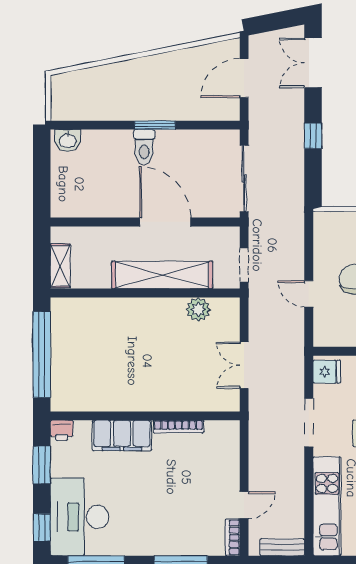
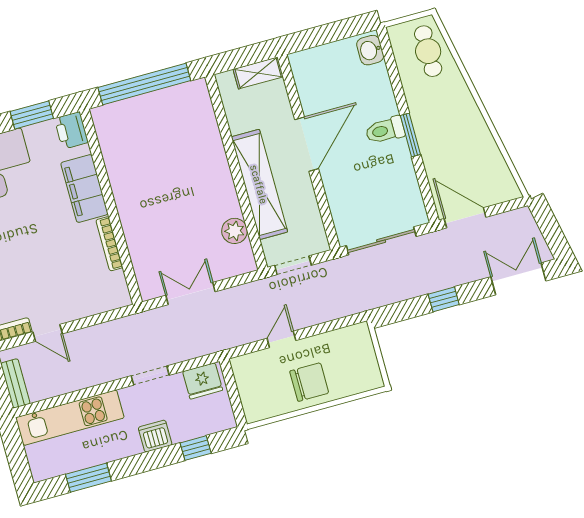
door: (244, 78) -> (465, 218), moved
cafe table: (83, 88) -> (428, 51), added
door: (165, 222) -> (307, 144), moved
shelving: (60, 266) -> (258, 73), moved
fridge: (327, 372) -> (203, 381), width x1.38
doorway: (309, 423) -> (150, 376), width x0.73
printer: (62, 430) -> (71, 130), width x1.36, depth x1.24

